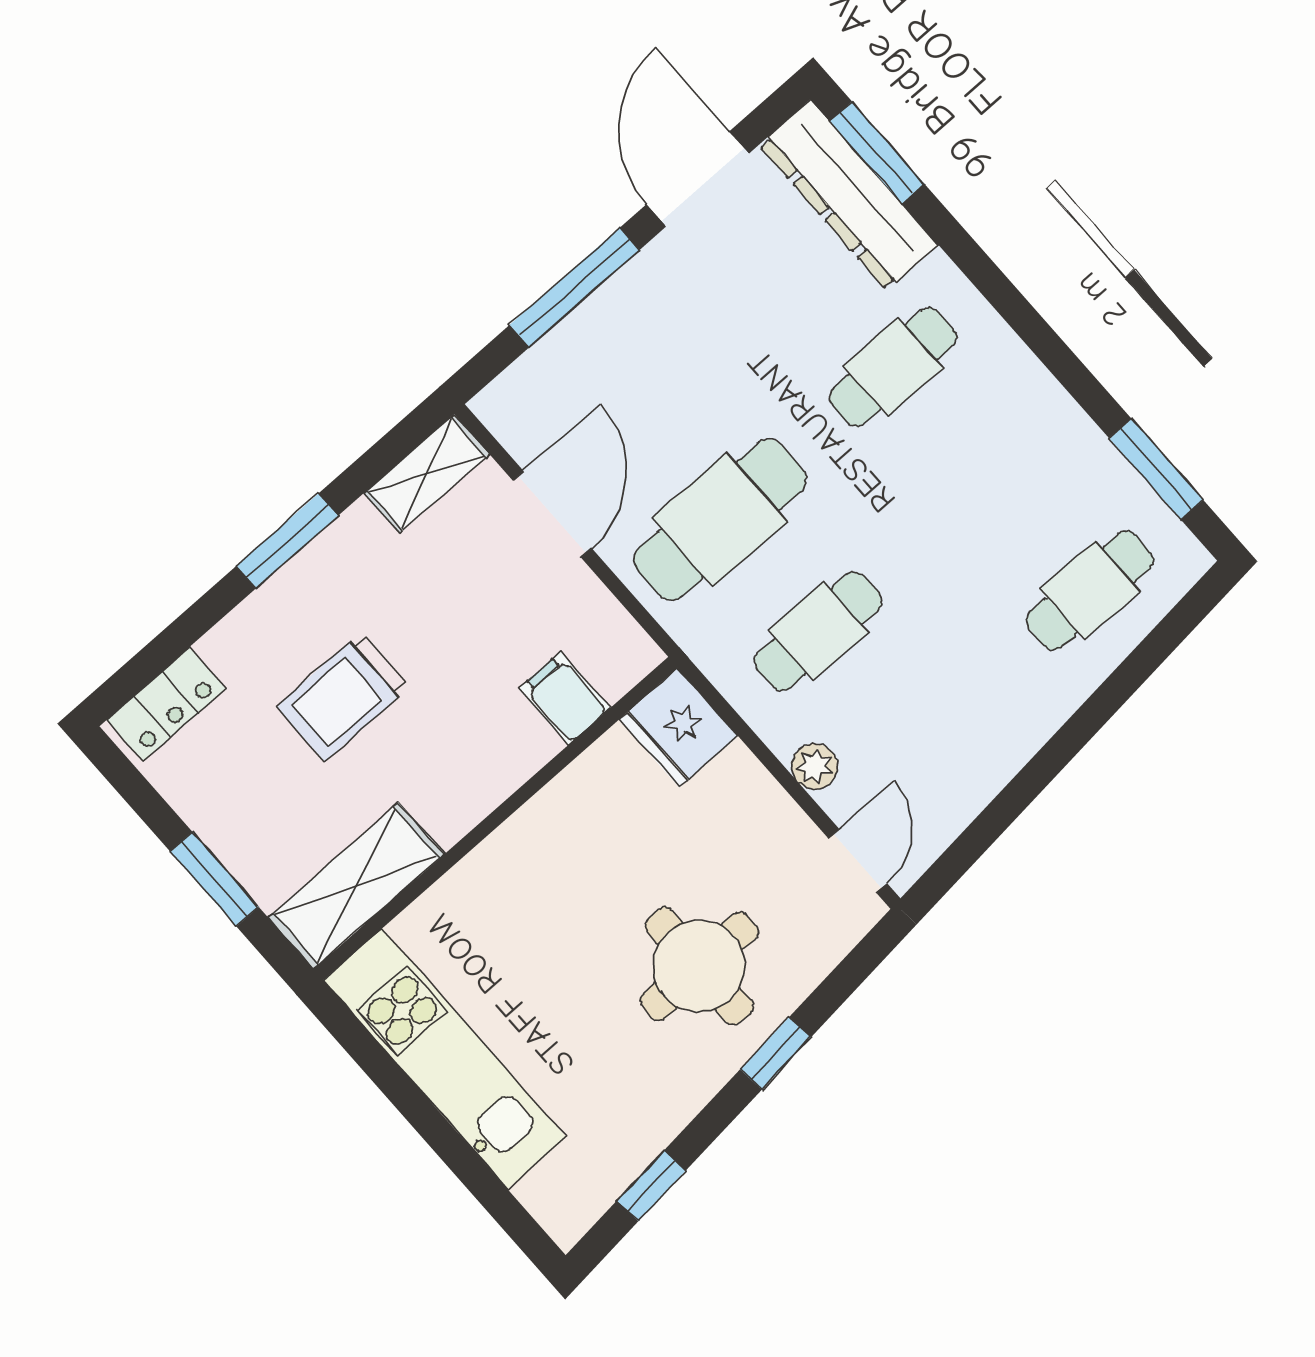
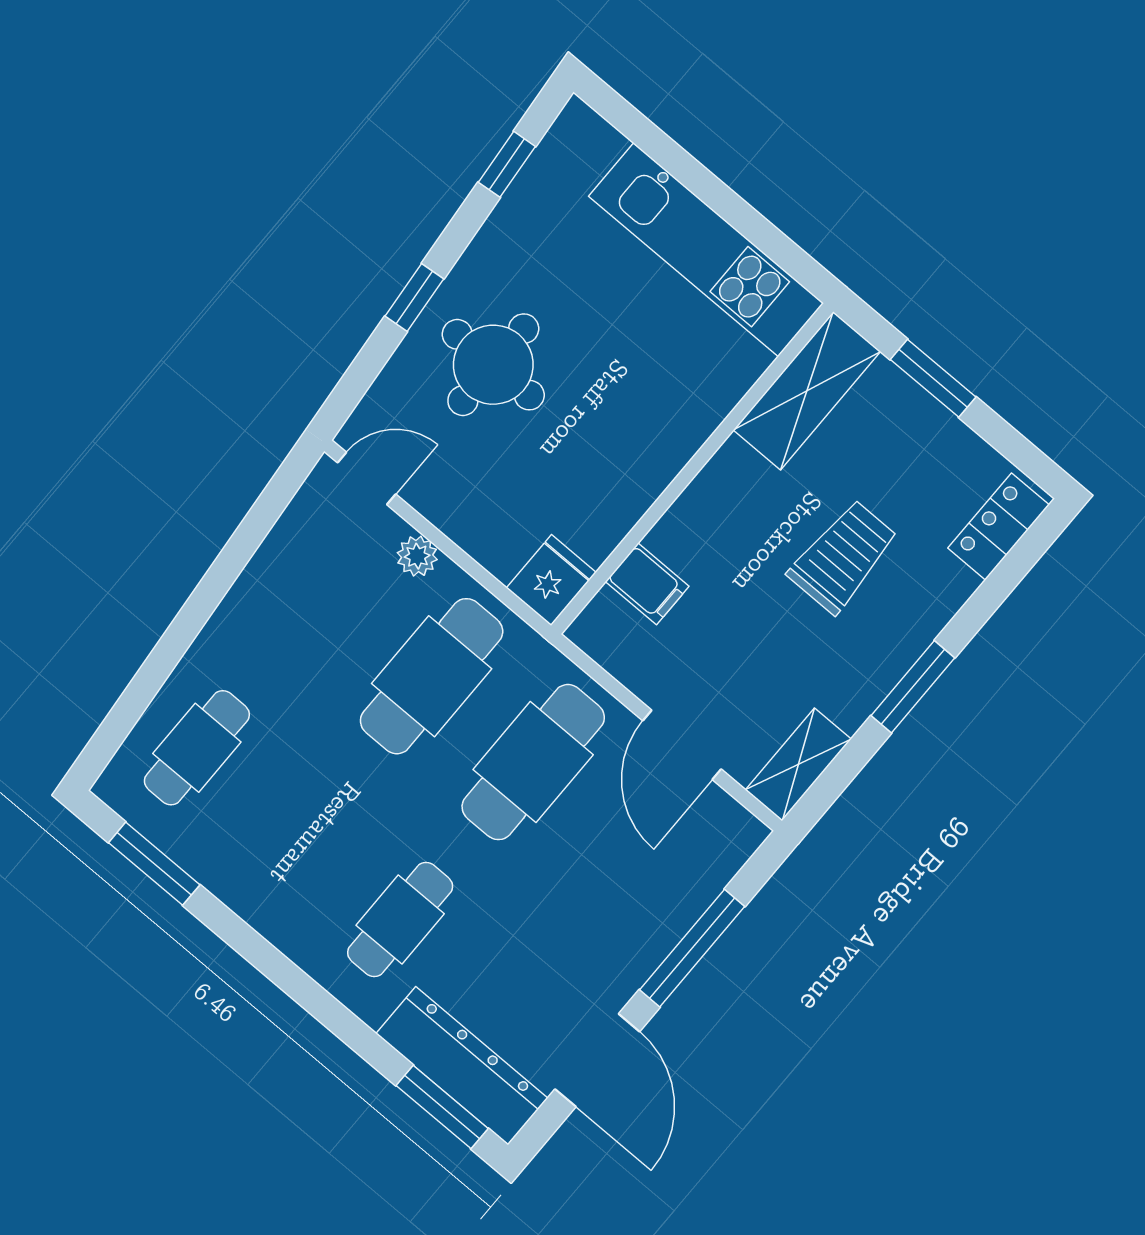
cafe table: (818, 631) -> (432, 676), width x1.37, depth x1.35
fridge: (679, 728) -> (551, 580), width x0.72
door: (858, 861) -> (367, 478), swing flipped

